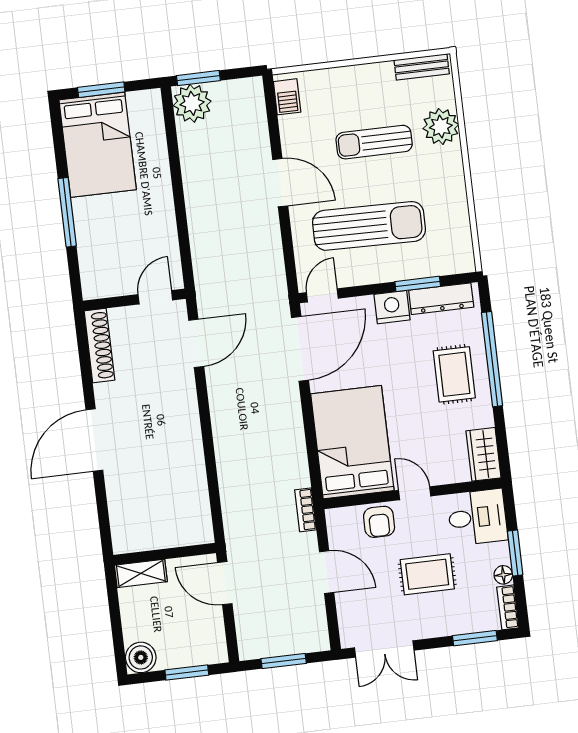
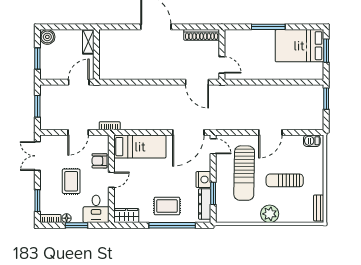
plant: (192, 103) -> (314, 94), removed
plant: (441, 127) -> (270, 214), moved
sun lounger: (374, 142) -> (285, 180), turned -90
door: (300, 349) -> (188, 132), hinge flipped
bed: (352, 442) -> (140, 147), width x0.67

